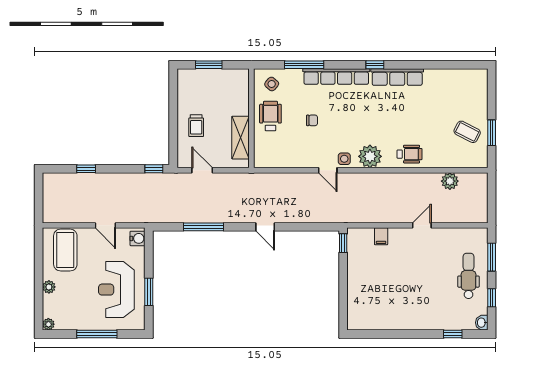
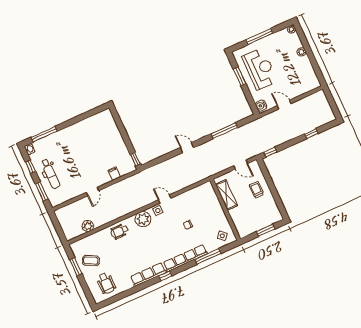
wheelchair: (270, 116) -> (106, 283), moved
coffee table: (65, 250) -> (302, 79), removed
window: (453, 334) -> (44, 134), width x2.17

